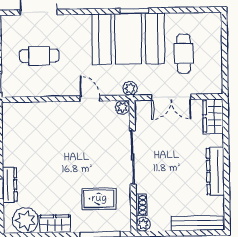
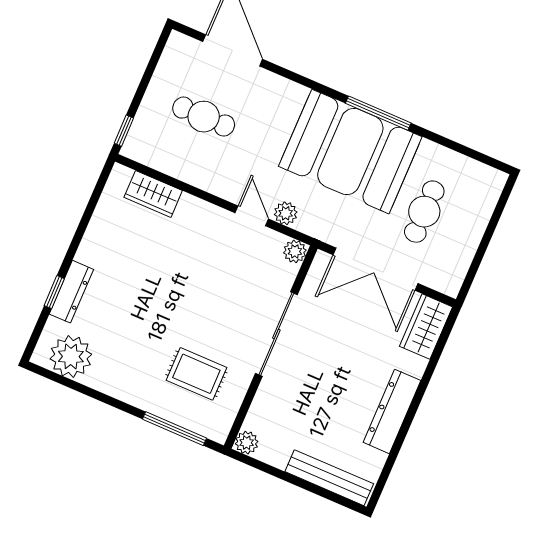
window: (134, 11) -> (378, 113), width x1.44
plant: (130, 88) -> (286, 213), moved
double door: (171, 97) -> (375, 269), width x1.37
shoe rack: (141, 205) -> (257, 412), removed
wardrobe: (55, 224) -> (153, 194), moved, turned 180

